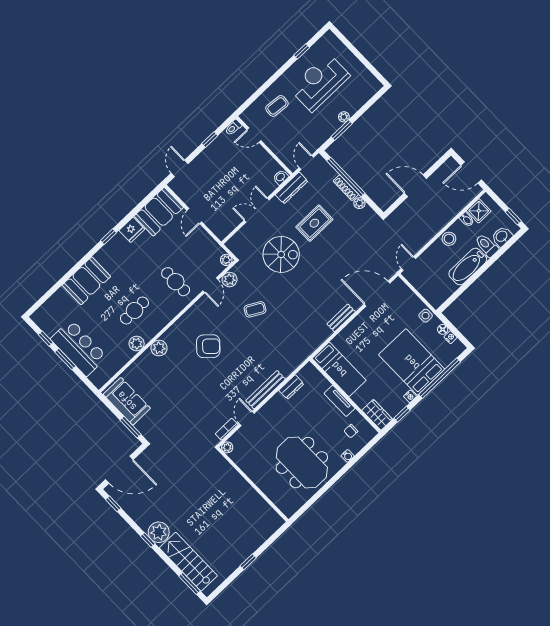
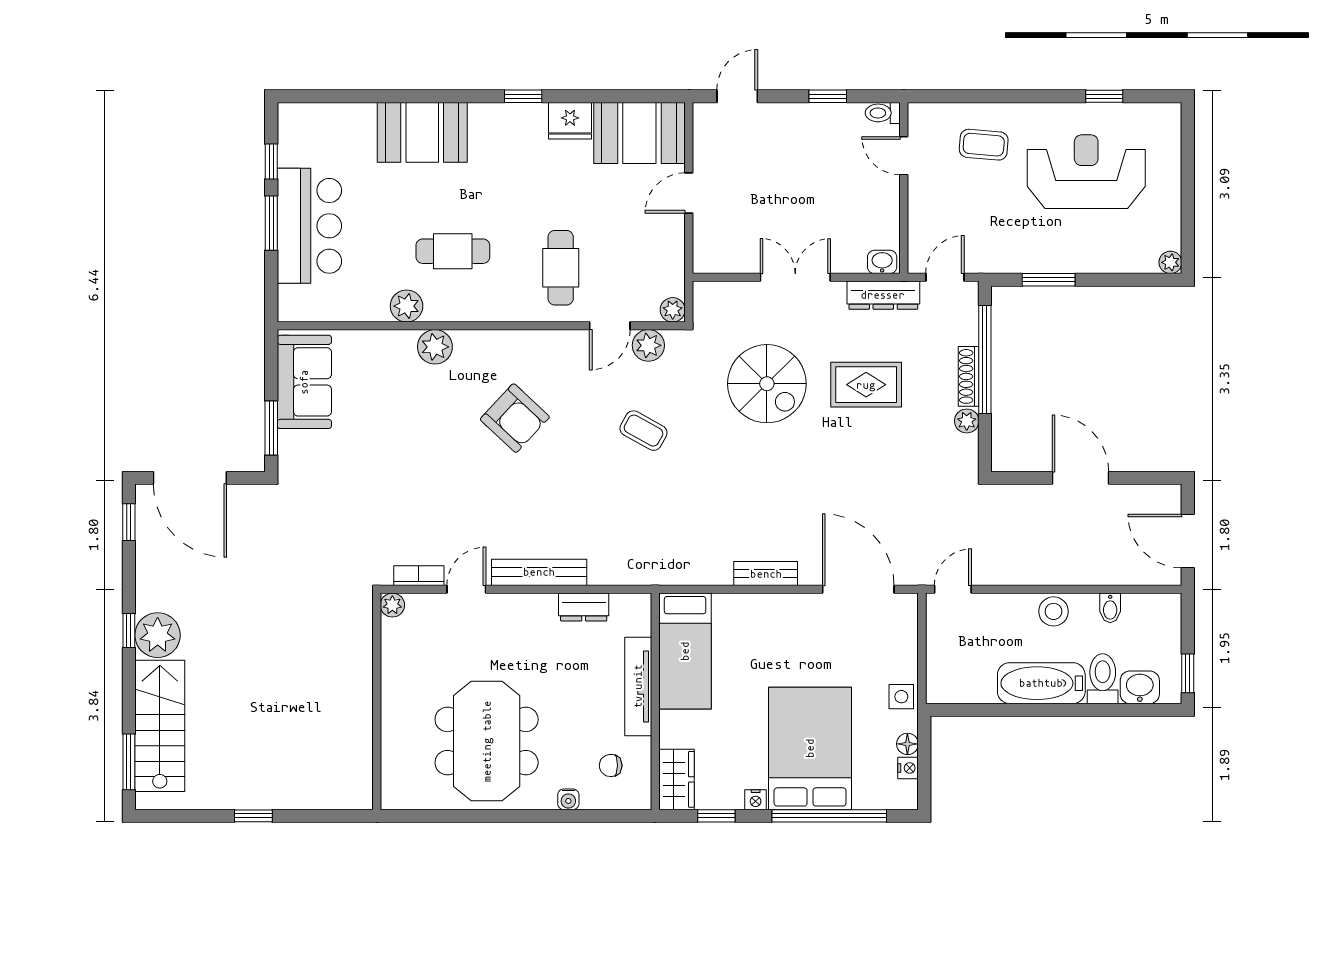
plant: (344, 117) -> (1170, 262), moved
shower: (479, 211) -> (1142, 612), removed
tv unit: (339, 401) -> (638, 686), width x1.41

